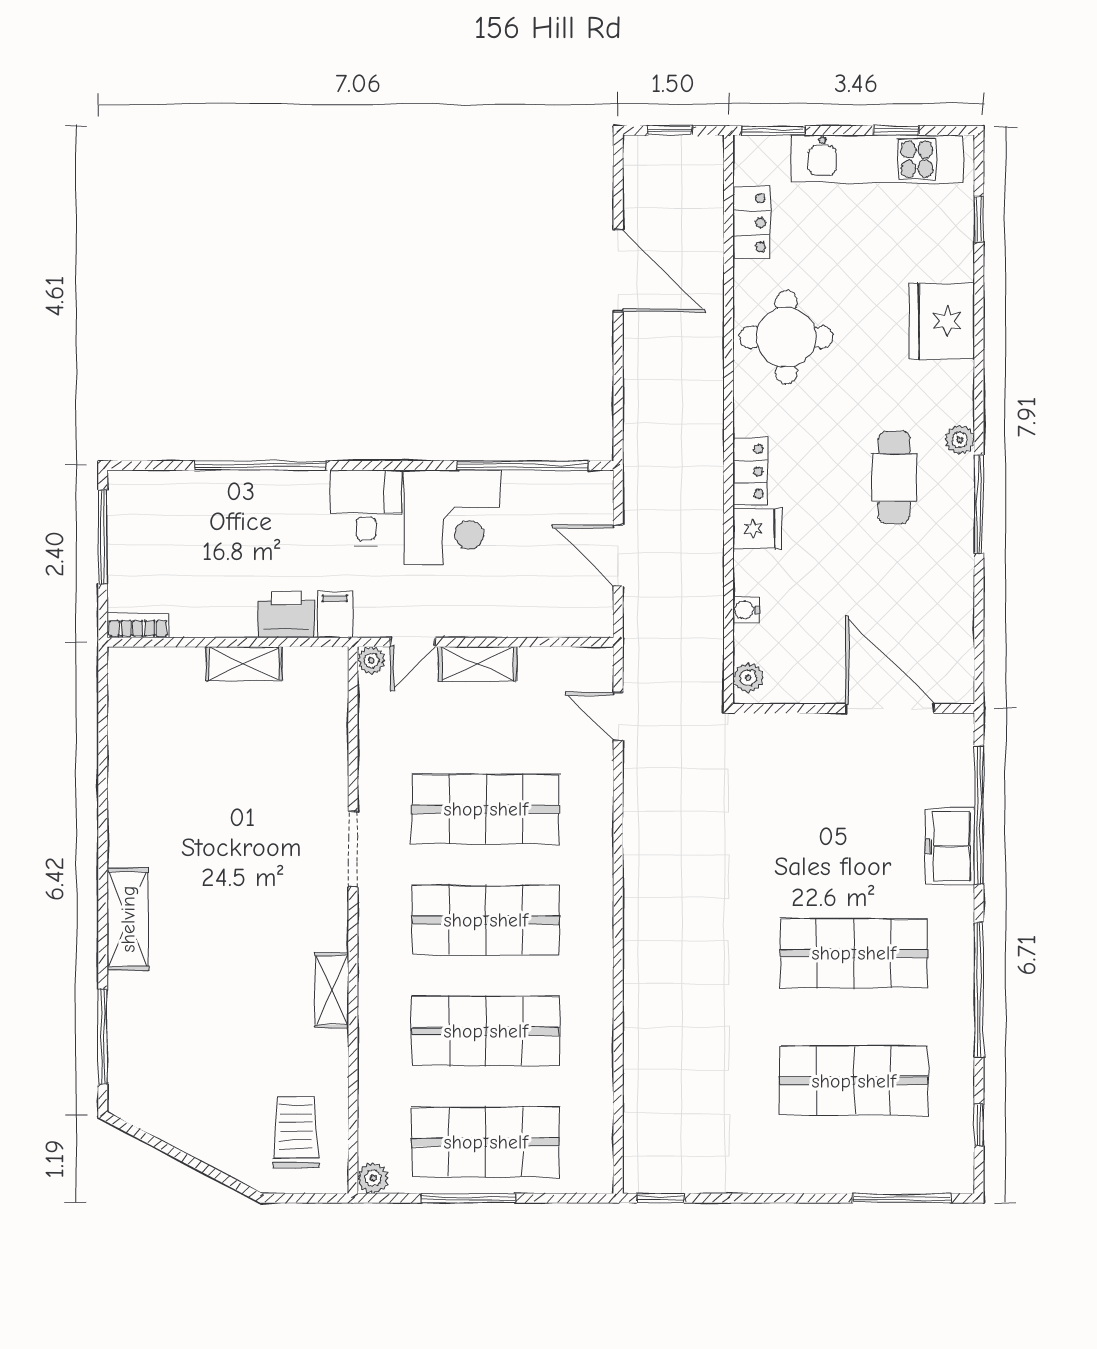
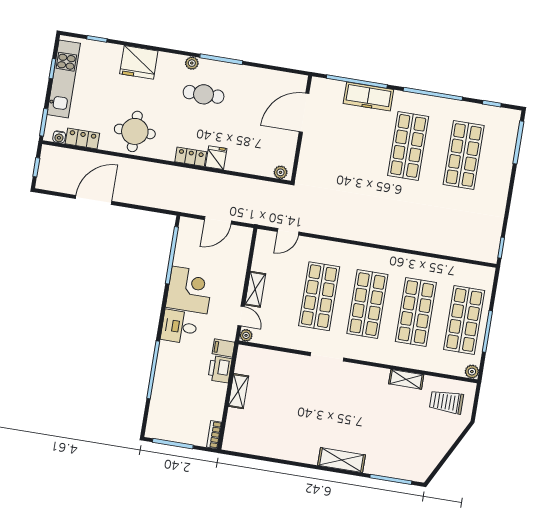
water cooler: (746, 610) -> (59, 137), moved
freezer: (950, 846) -> (368, 97), width x1.40
shelving: (332, 990) -> (406, 379), moved

